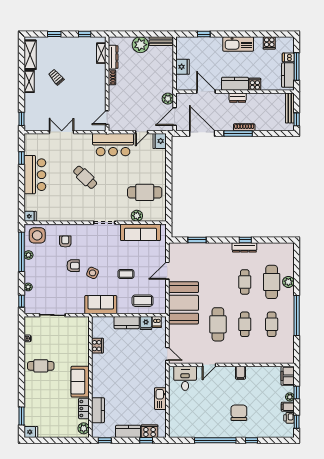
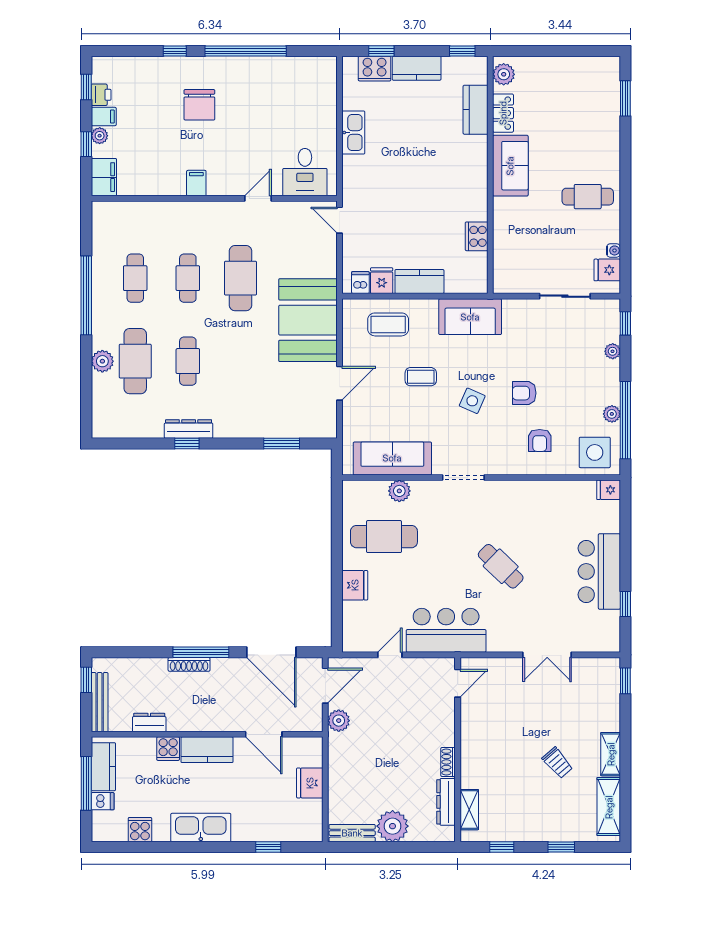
dresser: (238, 98) -> (149, 722), moved
fridge: (160, 141) -> (355, 585), moved
side table: (93, 273) -> (472, 401), moved
fridge: (31, 432) -> (607, 270), moved

